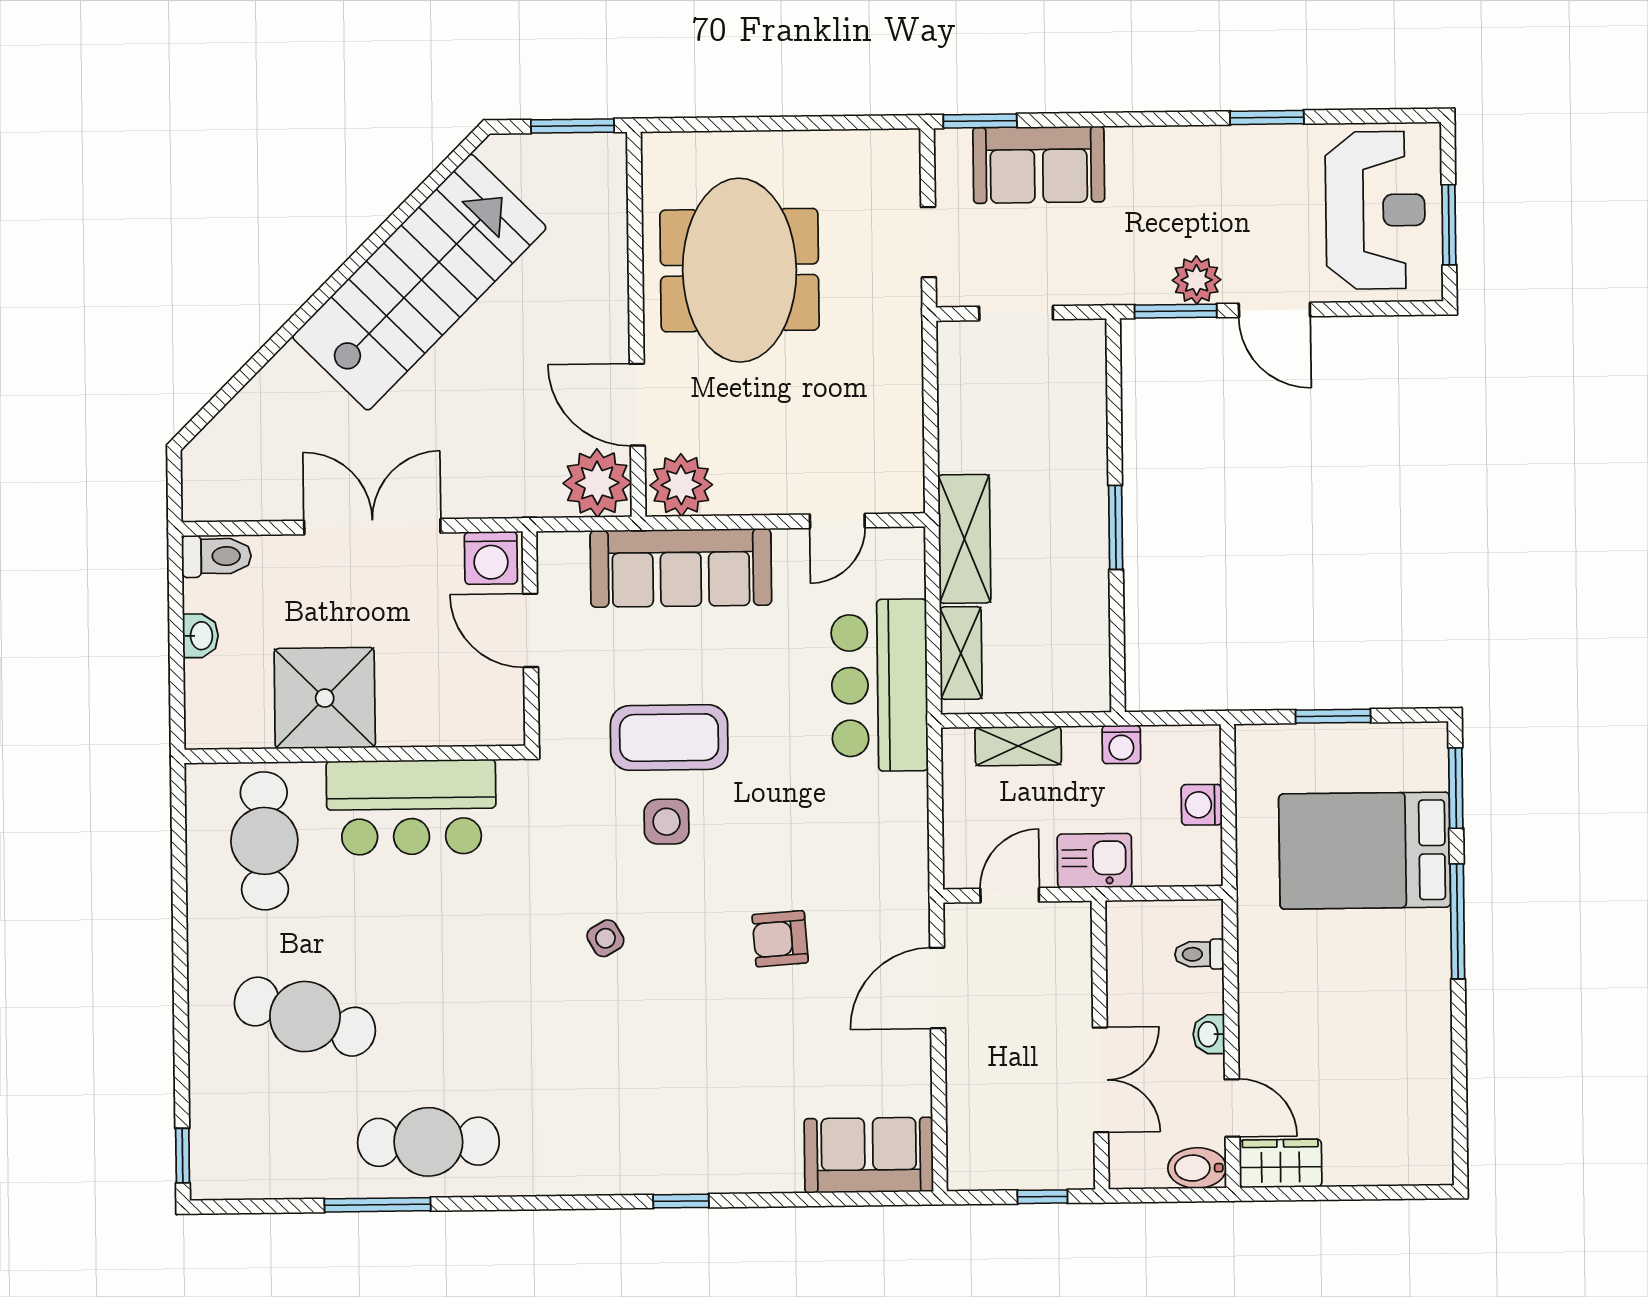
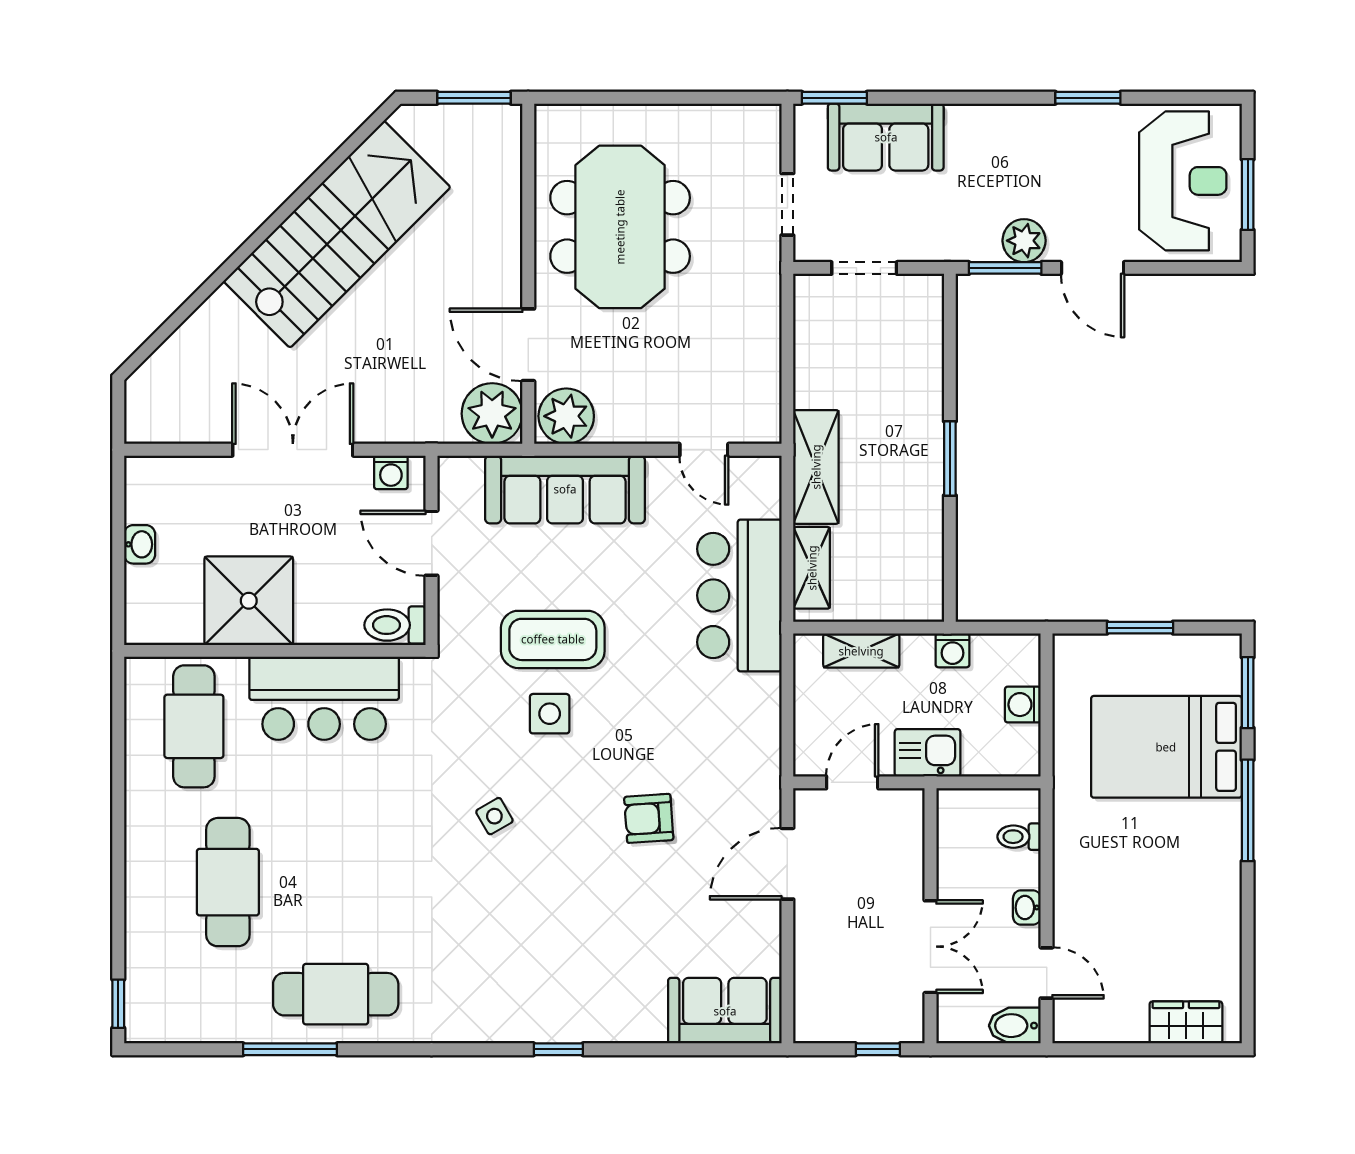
door: (837, 521) -> (704, 450), hinge flipped
toilet: (216, 556) -> (395, 625), moved, turned 180
washing machine: (491, 558) -> (391, 472), width x0.73, depth x0.73
cafe table: (305, 1017) -> (228, 882), turned 72
wardrobe: (1280, 1163) -> (1186, 1022), moved

